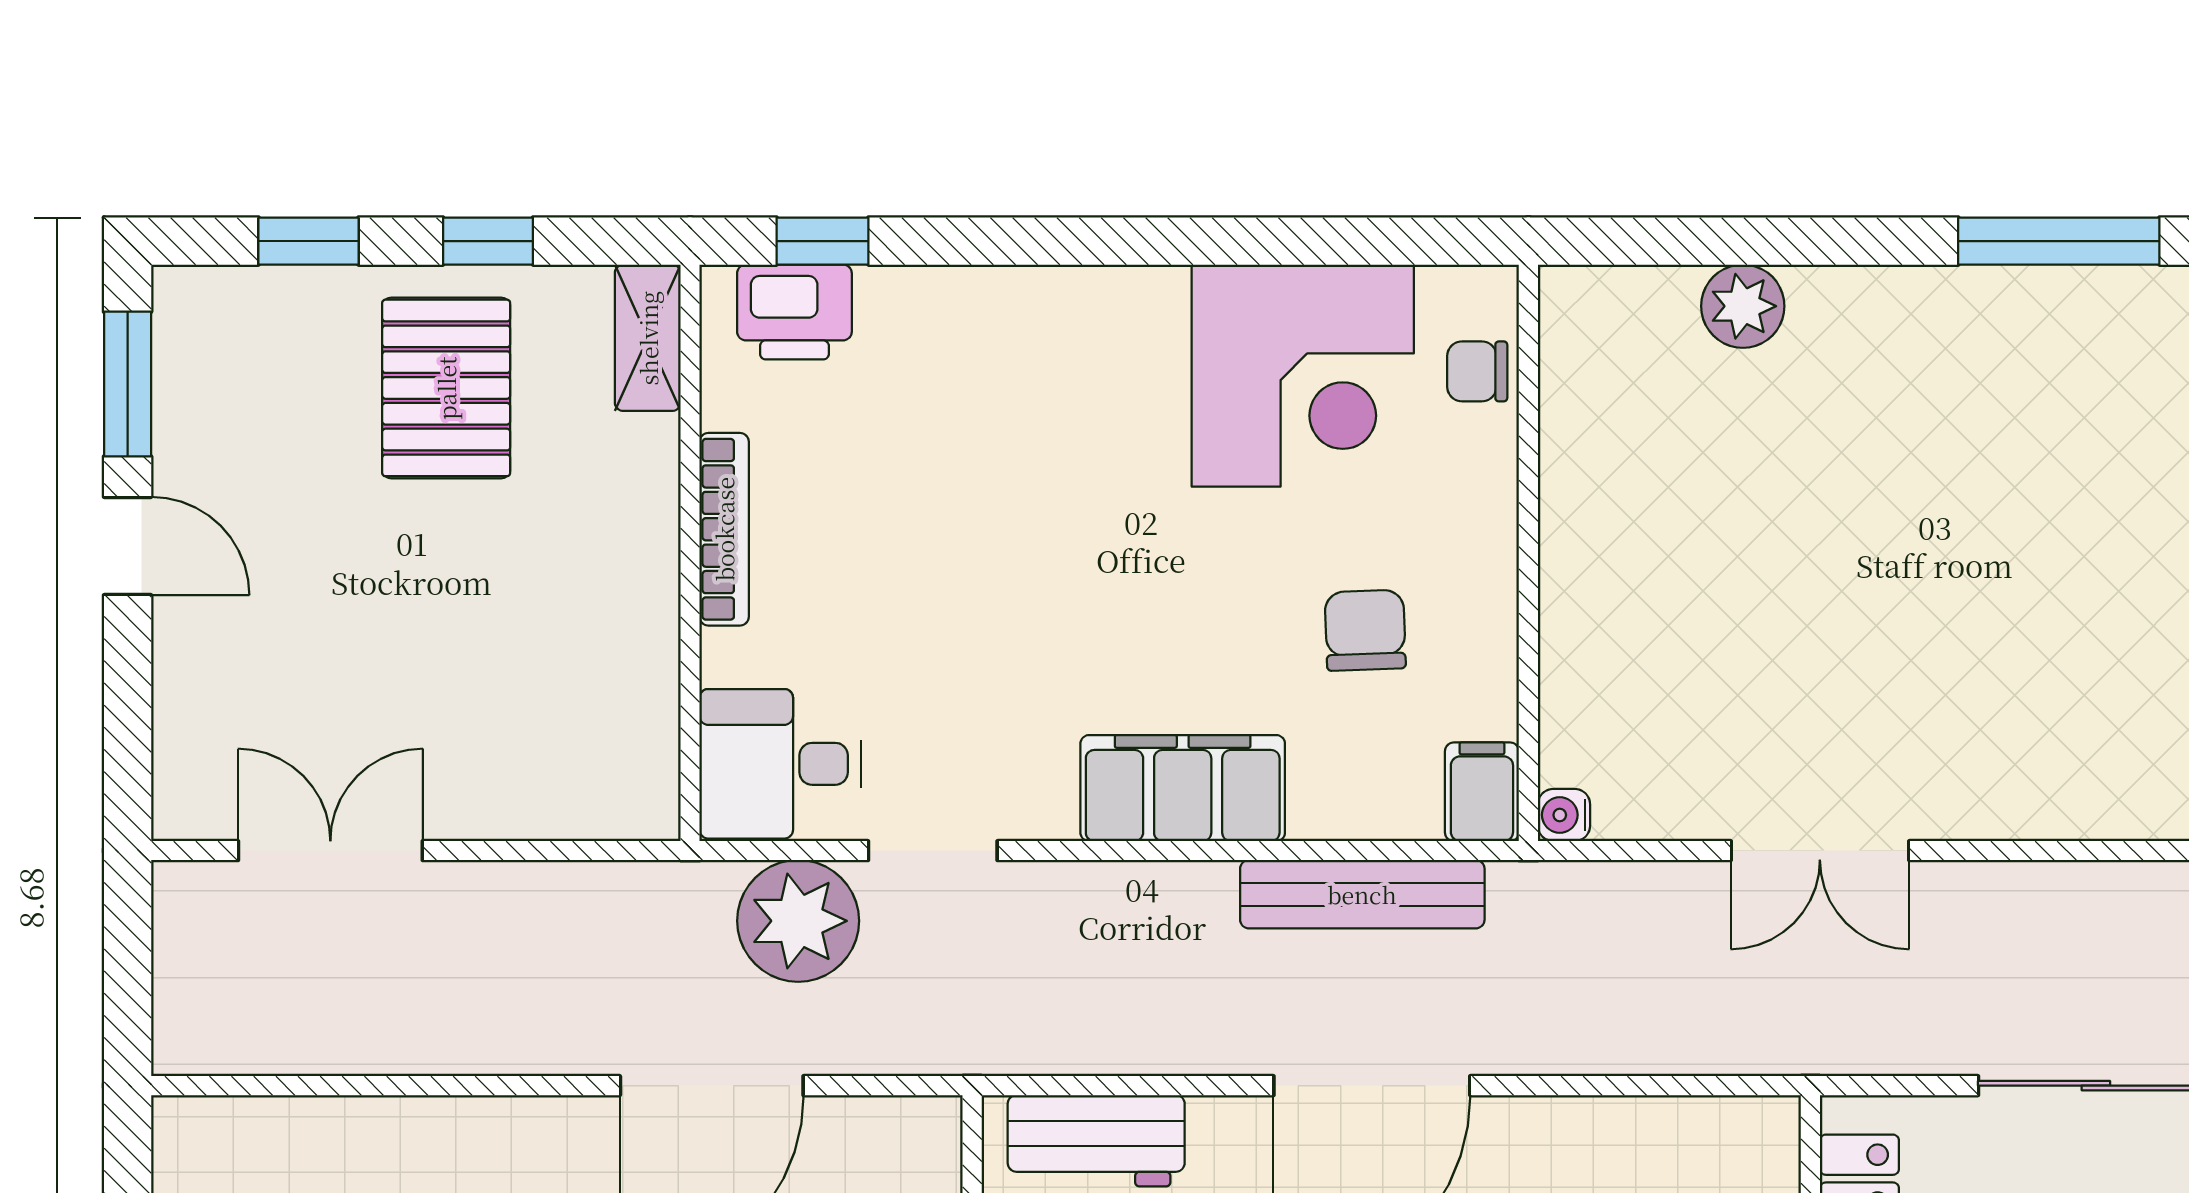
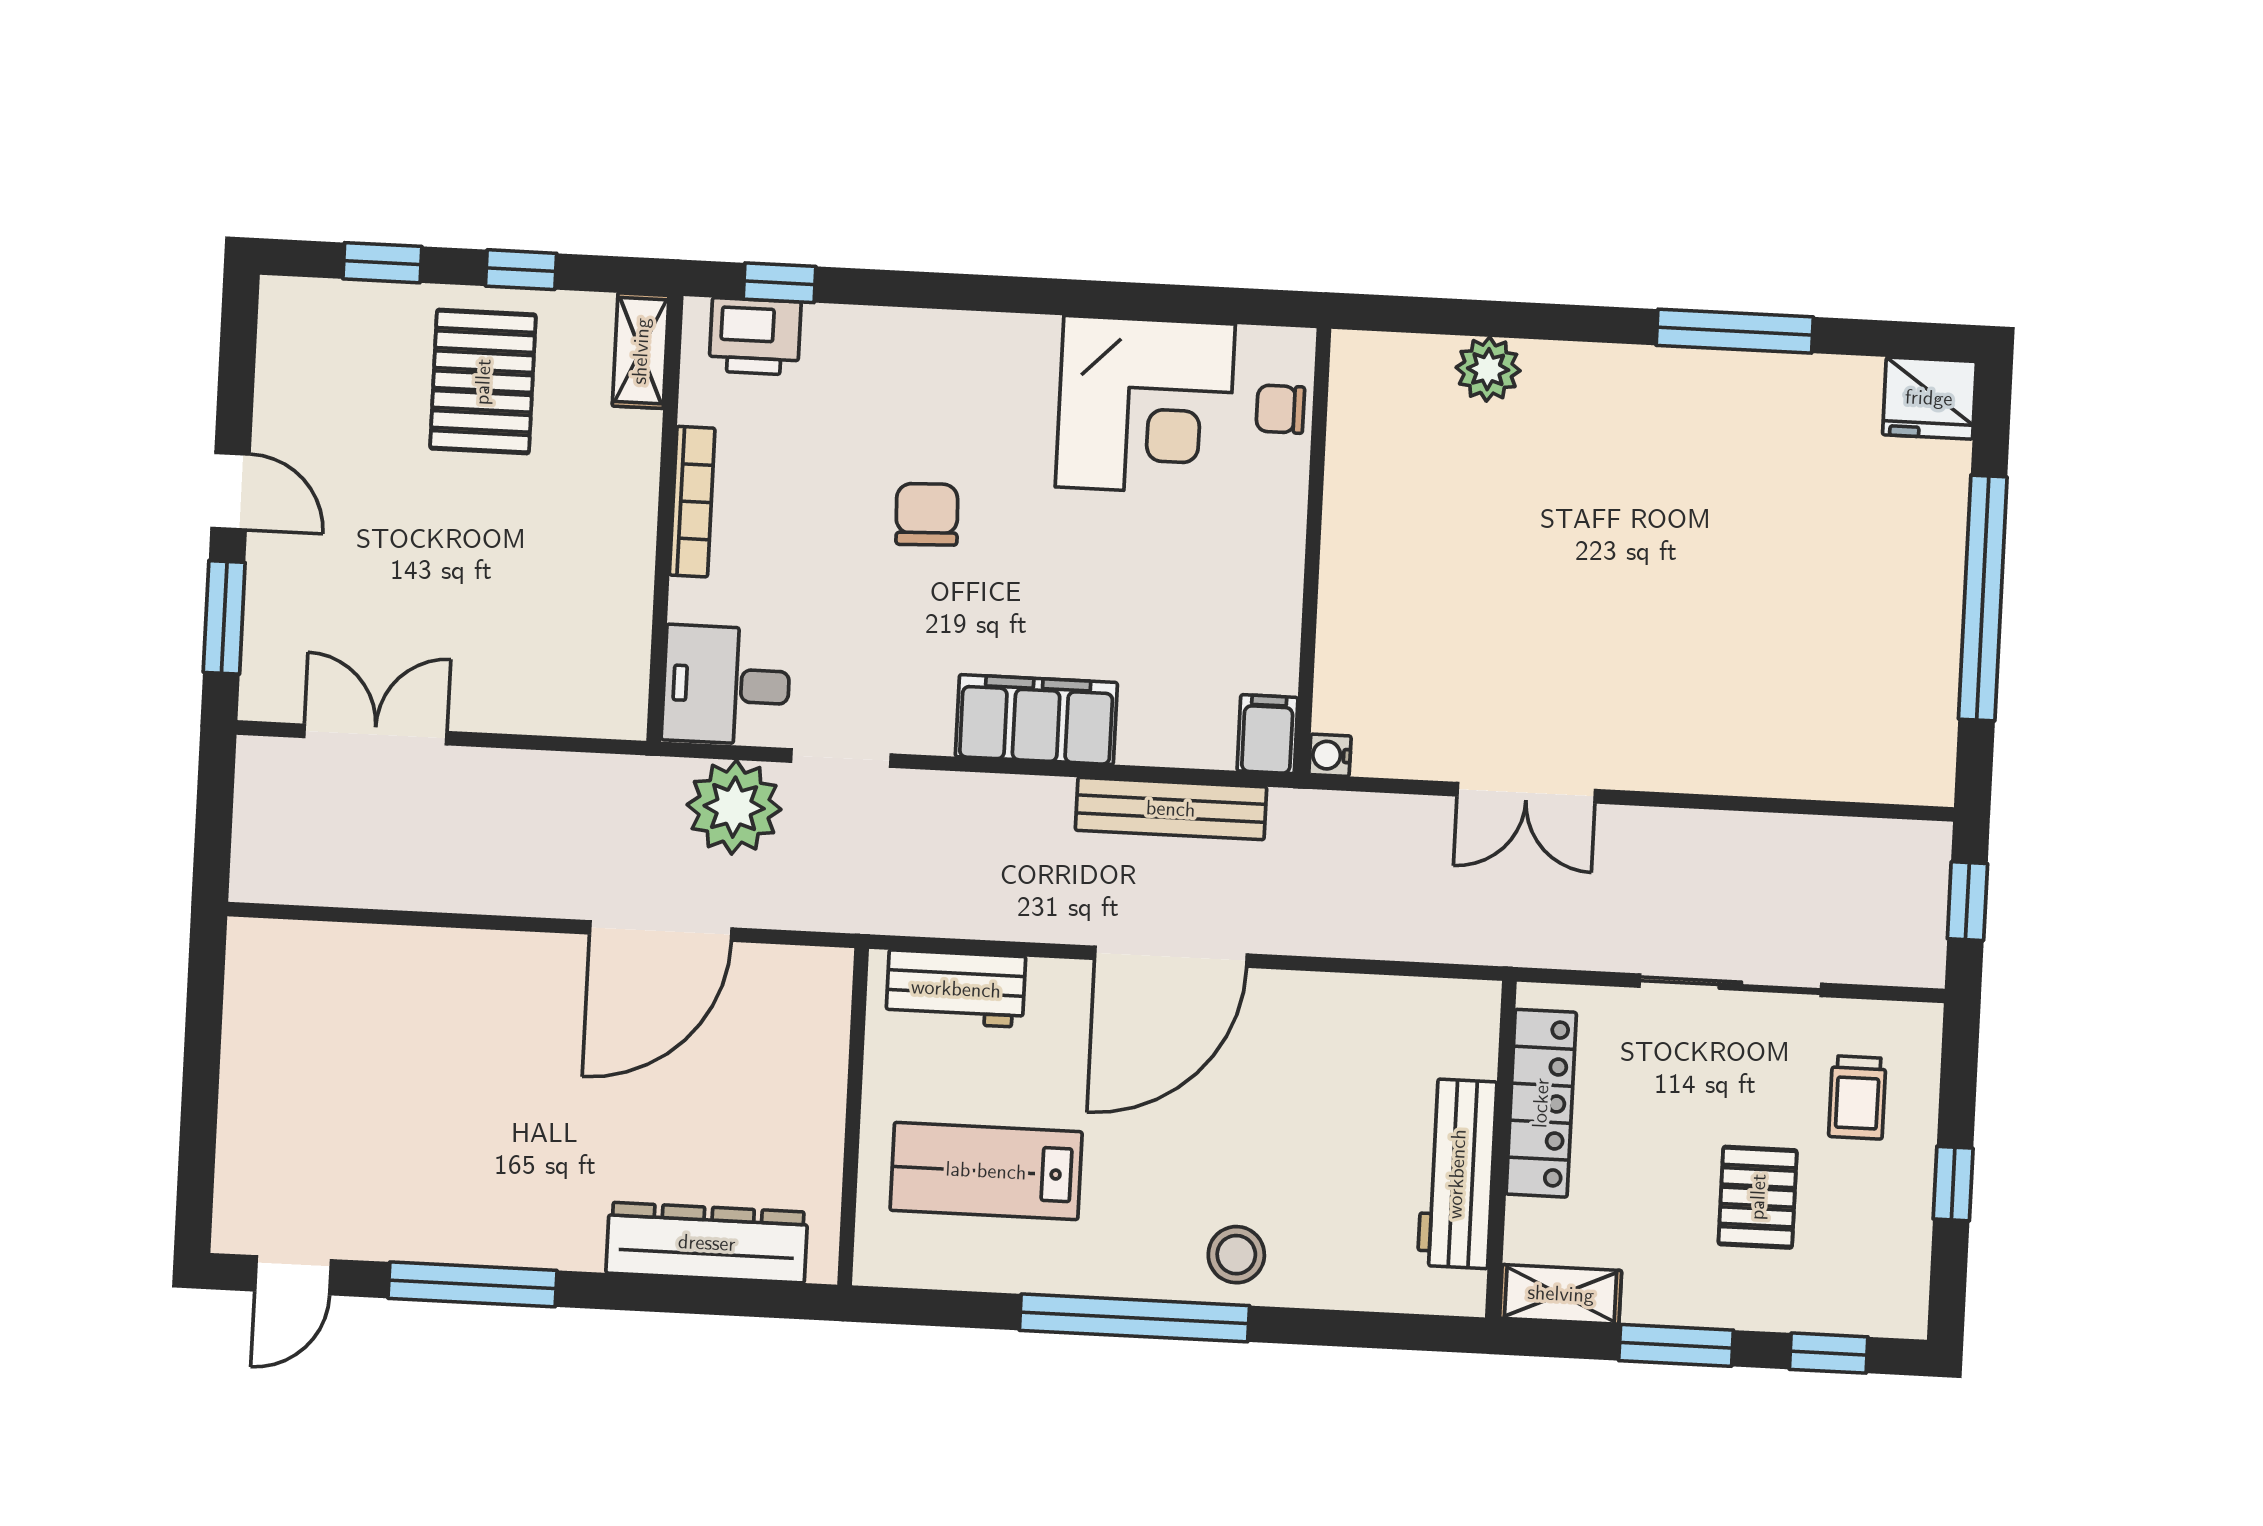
window: (128, 384) -> (224, 617), moved
chair: (1365, 630) -> (927, 514), moved

